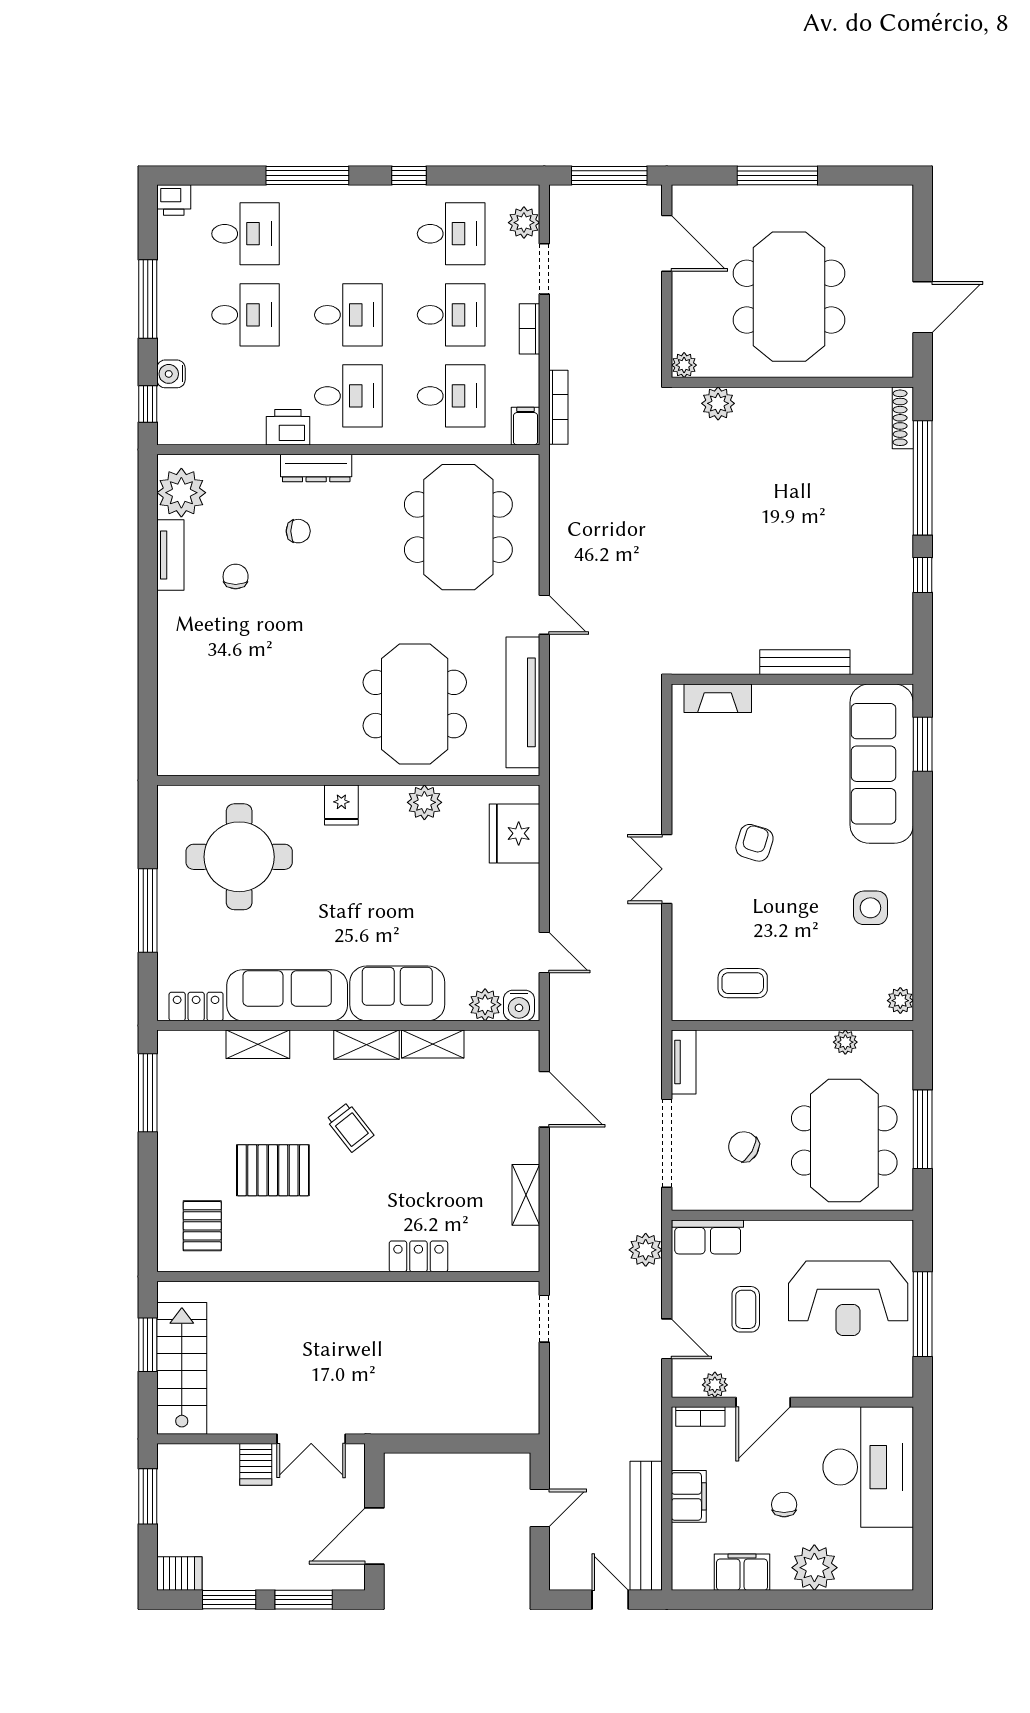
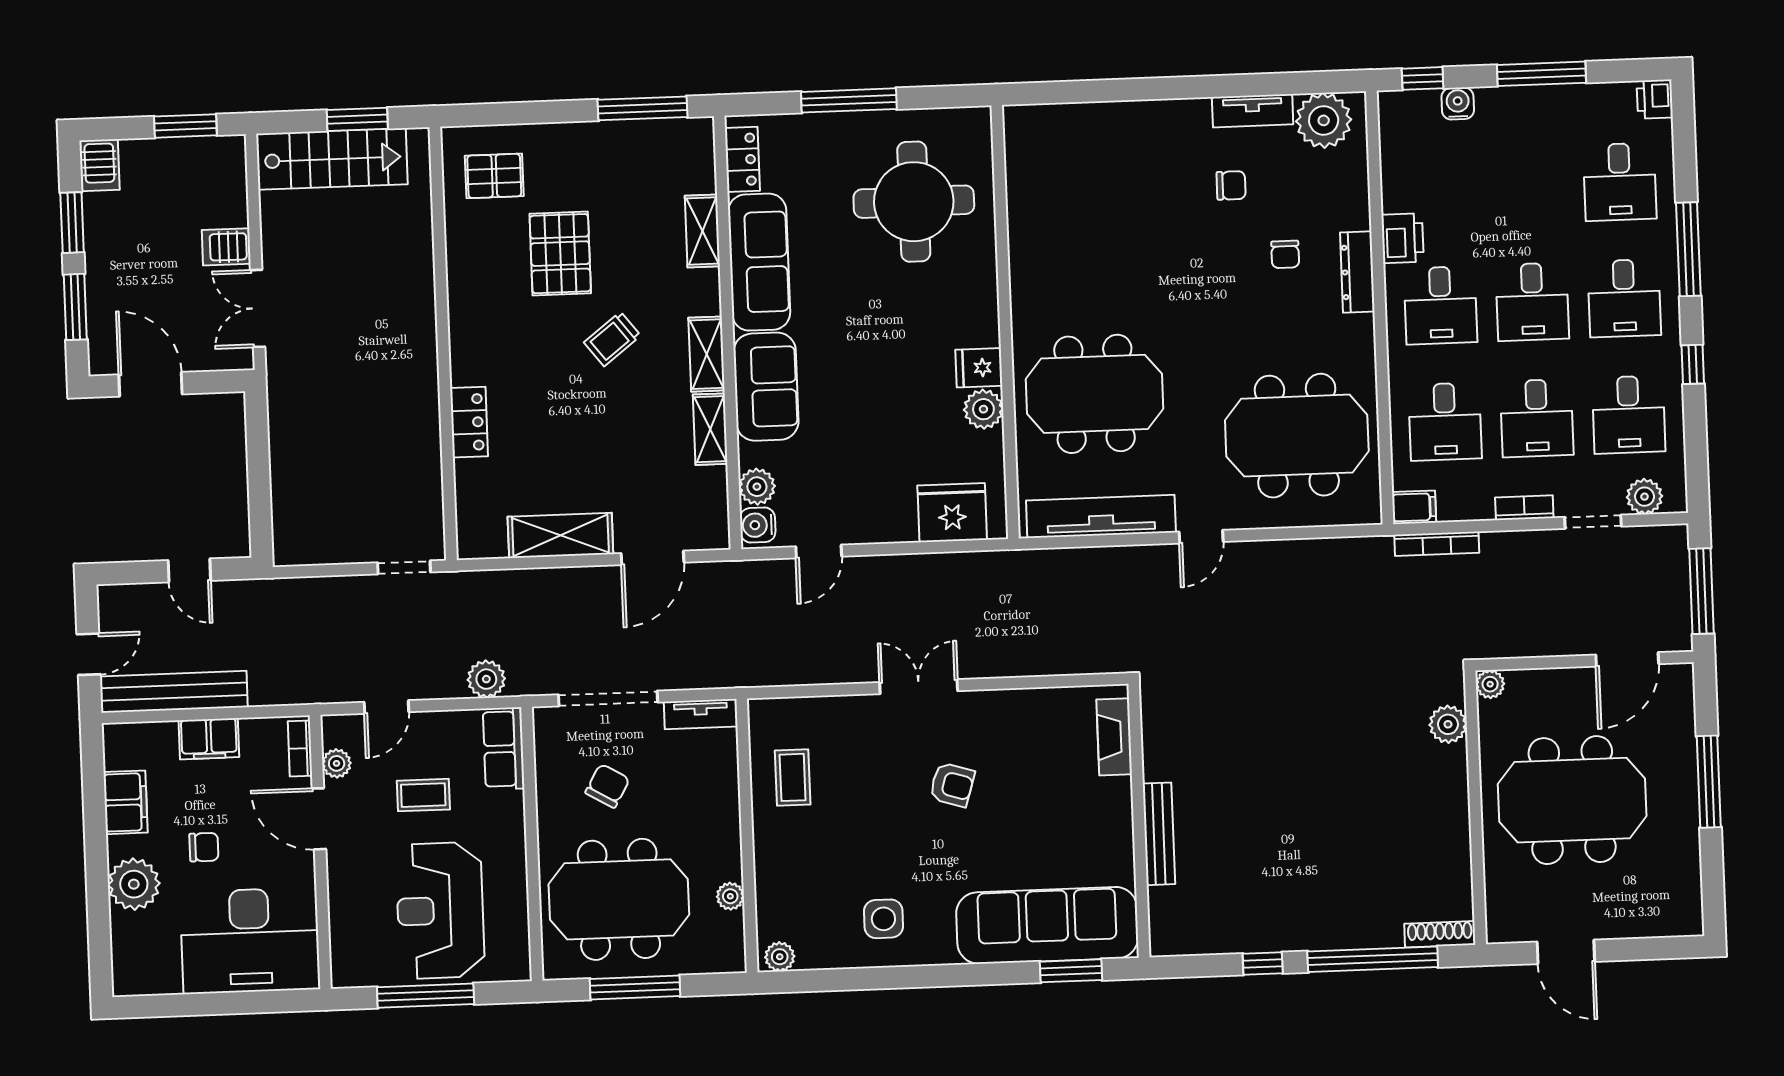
desk: (246, 315) -> (1624, 298), moved
fridge: (341, 805) -> (979, 368), moved
shelving: (526, 1195) -> (560, 535), width x1.50, depth x1.33

